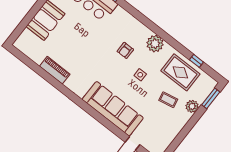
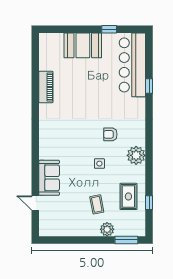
rug: (180, 72) -> (128, 196), width x0.73, depth x0.70
sofa: (113, 109) -> (49, 178), width x0.54, depth x0.79

